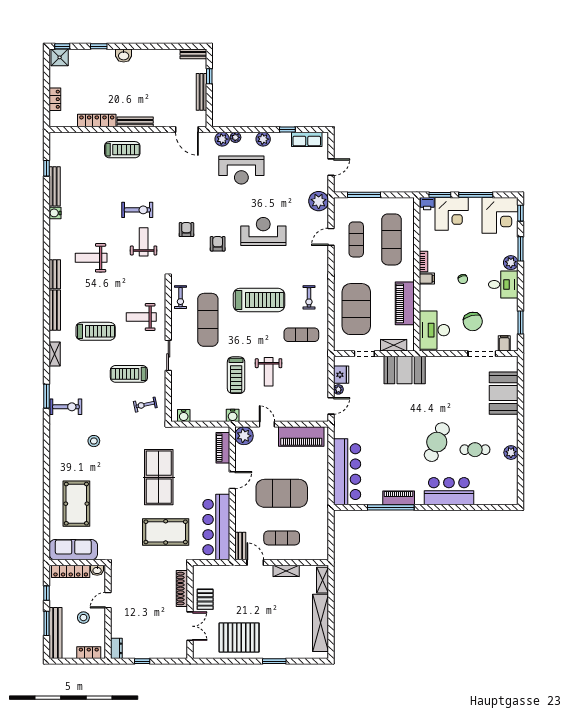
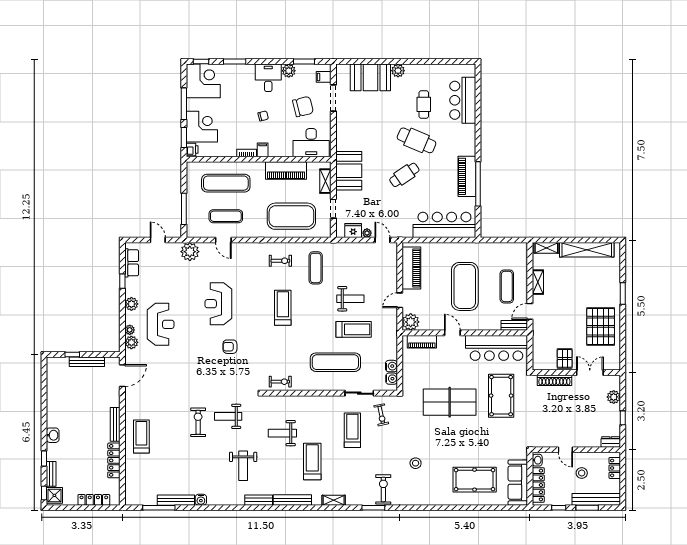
bench: (193, 54) -> (51, 474), moved
locker: (55, 99) -> (94, 500), width x1.53
window: (47, 168) -> (159, 508), width x2.17
armchair: (186, 230) -> (217, 376), removed
plant: (511, 263) -> (289, 71), moved
treadmill: (259, 300) -> (283, 308), width x0.73, depth x0.73
weight bench: (141, 317) -> (282, 433), moved, turned 90
exercise mat: (208, 320) -> (335, 362), moved
sliding door: (168, 355) -> (359, 393), moved
treadmill: (129, 374) -> (352, 430), turned 180
water cooler: (233, 415) -> (391, 366), moved
cafe table: (400, 429) -> (404, 175), added
plant: (511, 453) -> (398, 71), moved
bar counter: (449, 491) -> (463, 100), moved
piano: (399, 498) -> (467, 176), width x1.37, depth x1.33
pallet: (205, 599) -> (565, 358), turned 90
plant: (164, 651) -> (614, 397), added

